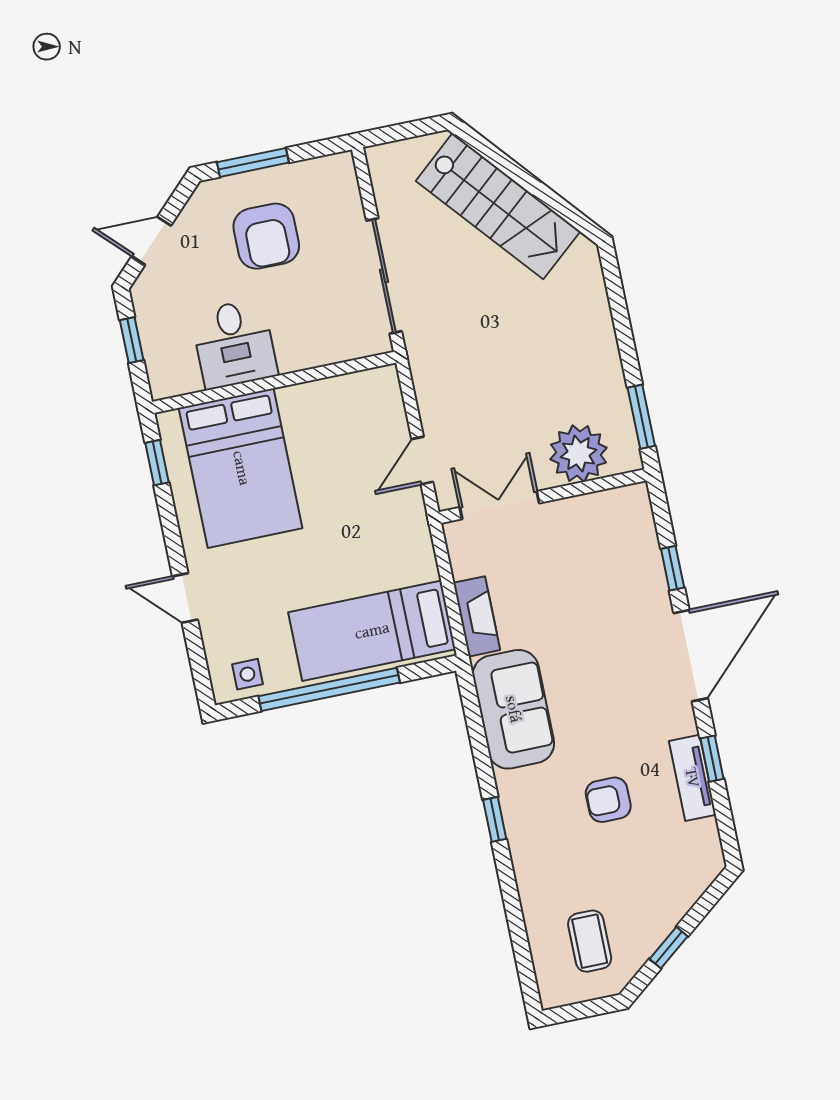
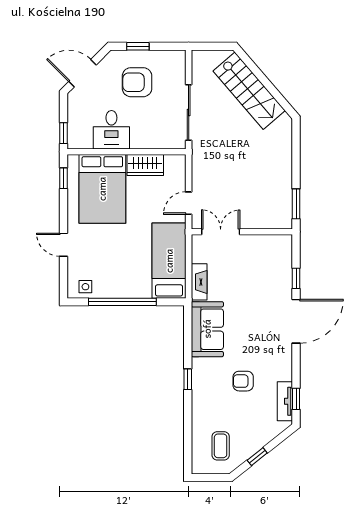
window: (253, 162) -> (138, 46), width x0.67
armchair: (266, 236) -> (137, 82), turned 90
door: (151, 241) -> (82, 73), width x1.38
window: (132, 340) -> (63, 133), moved
wardrobe: (318, 401) -> (145, 165), added
plant: (579, 454) -> (263, 215), removed
bed: (372, 631) -> (169, 261), moved, turned 90
window: (712, 759) -> (296, 399), moved
tv unit: (692, 778) -> (285, 401), moved

